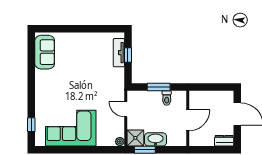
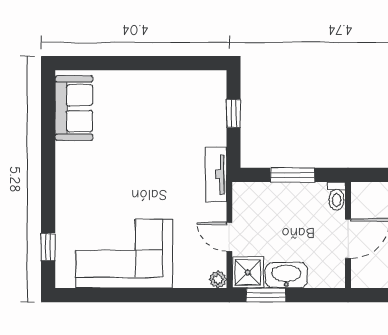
tv unit: (119, 53) -> (216, 174), moved
toilet: (167, 98) -> (337, 196), moved
door: (126, 109) -> (229, 237), moved

